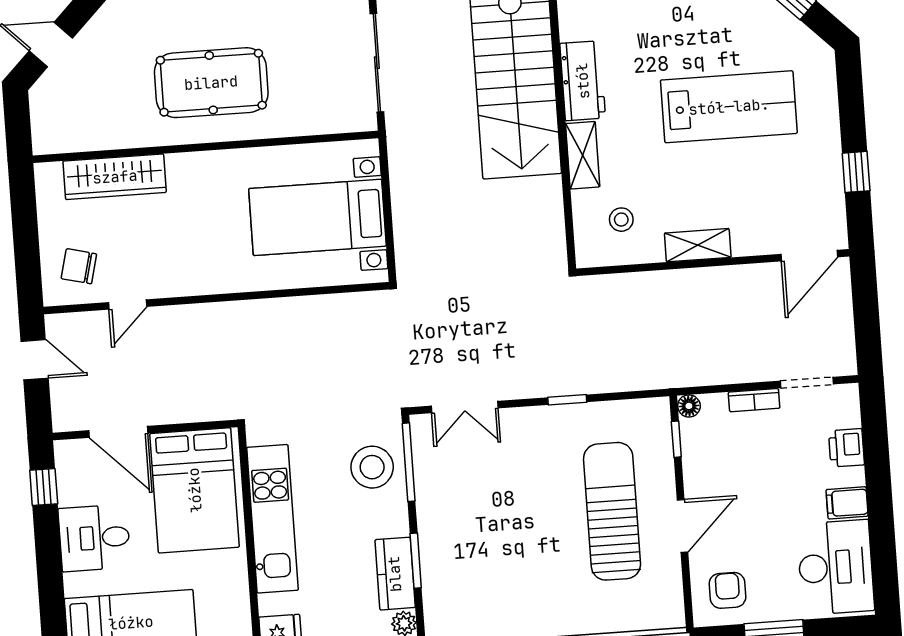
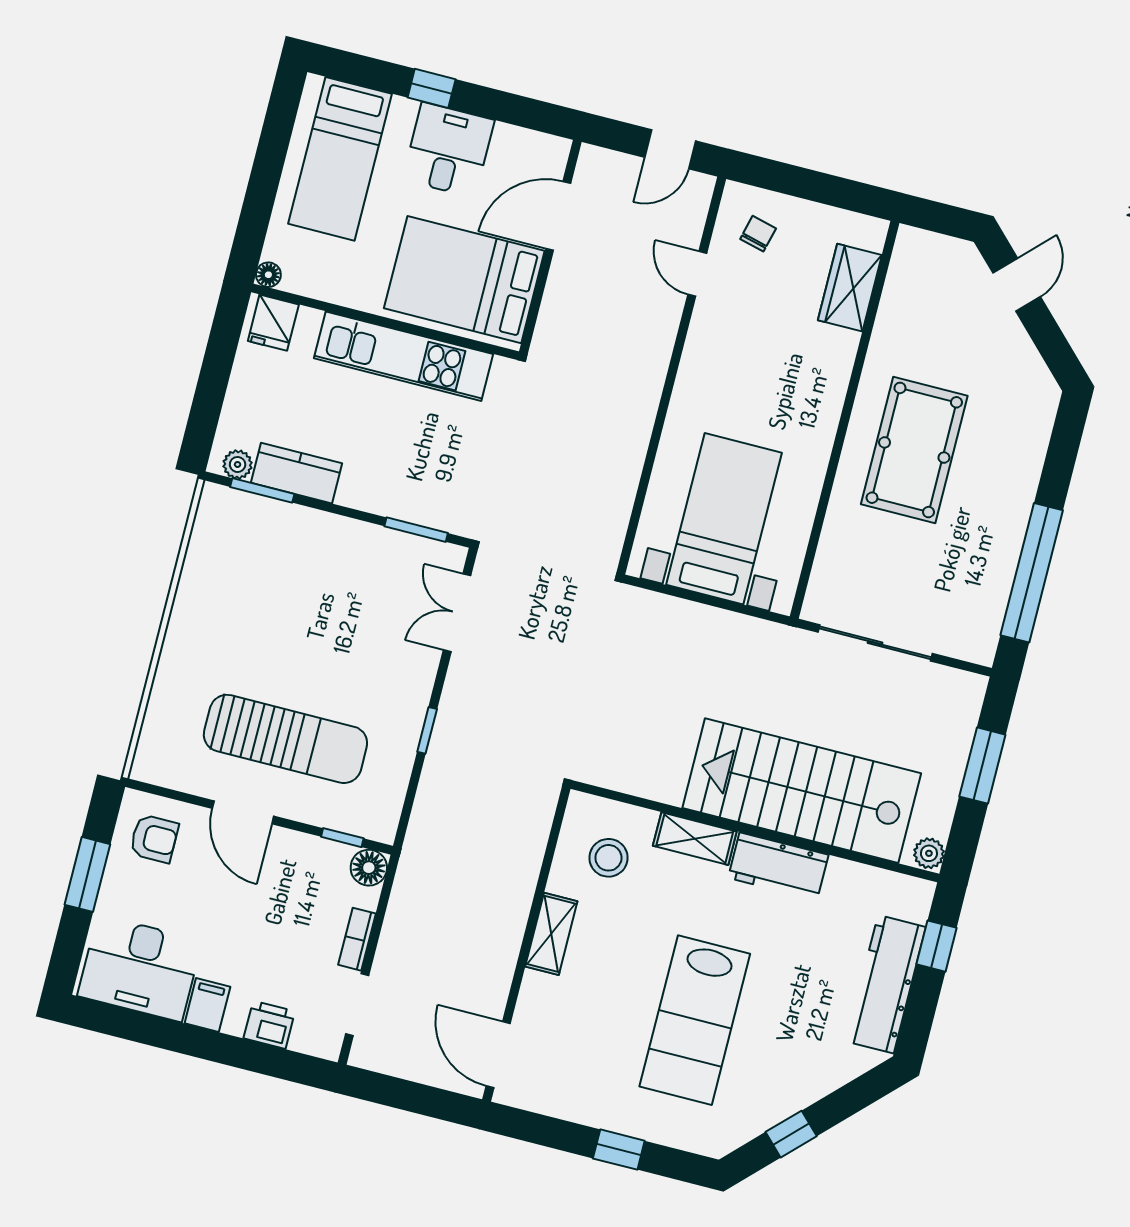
window: (856, 172) -> (619, 1150), moved
wardrobe: (115, 177) -> (850, 288), width x0.67
stool: (621, 220) -> (608, 858), width x1.37, depth x1.37
chair: (79, 266) -> (758, 234), width x0.73, depth x0.73
floor lamp: (689, 406) -> (369, 868), width x1.37, depth x1.37
window: (409, 462) -> (416, 530), width x0.69
stool: (372, 467) -> (424, 487), removed
window: (44, 487) -> (432, 88), moved
window: (416, 561) -> (262, 490), moved

